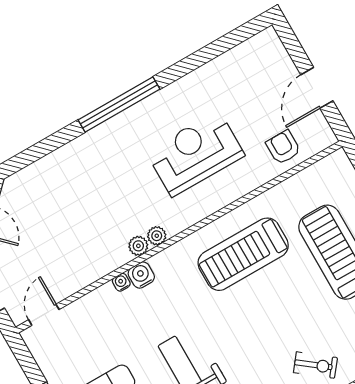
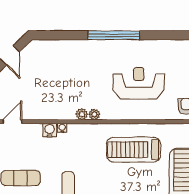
water cooler: (141, 275) -> (50, 130), moved

